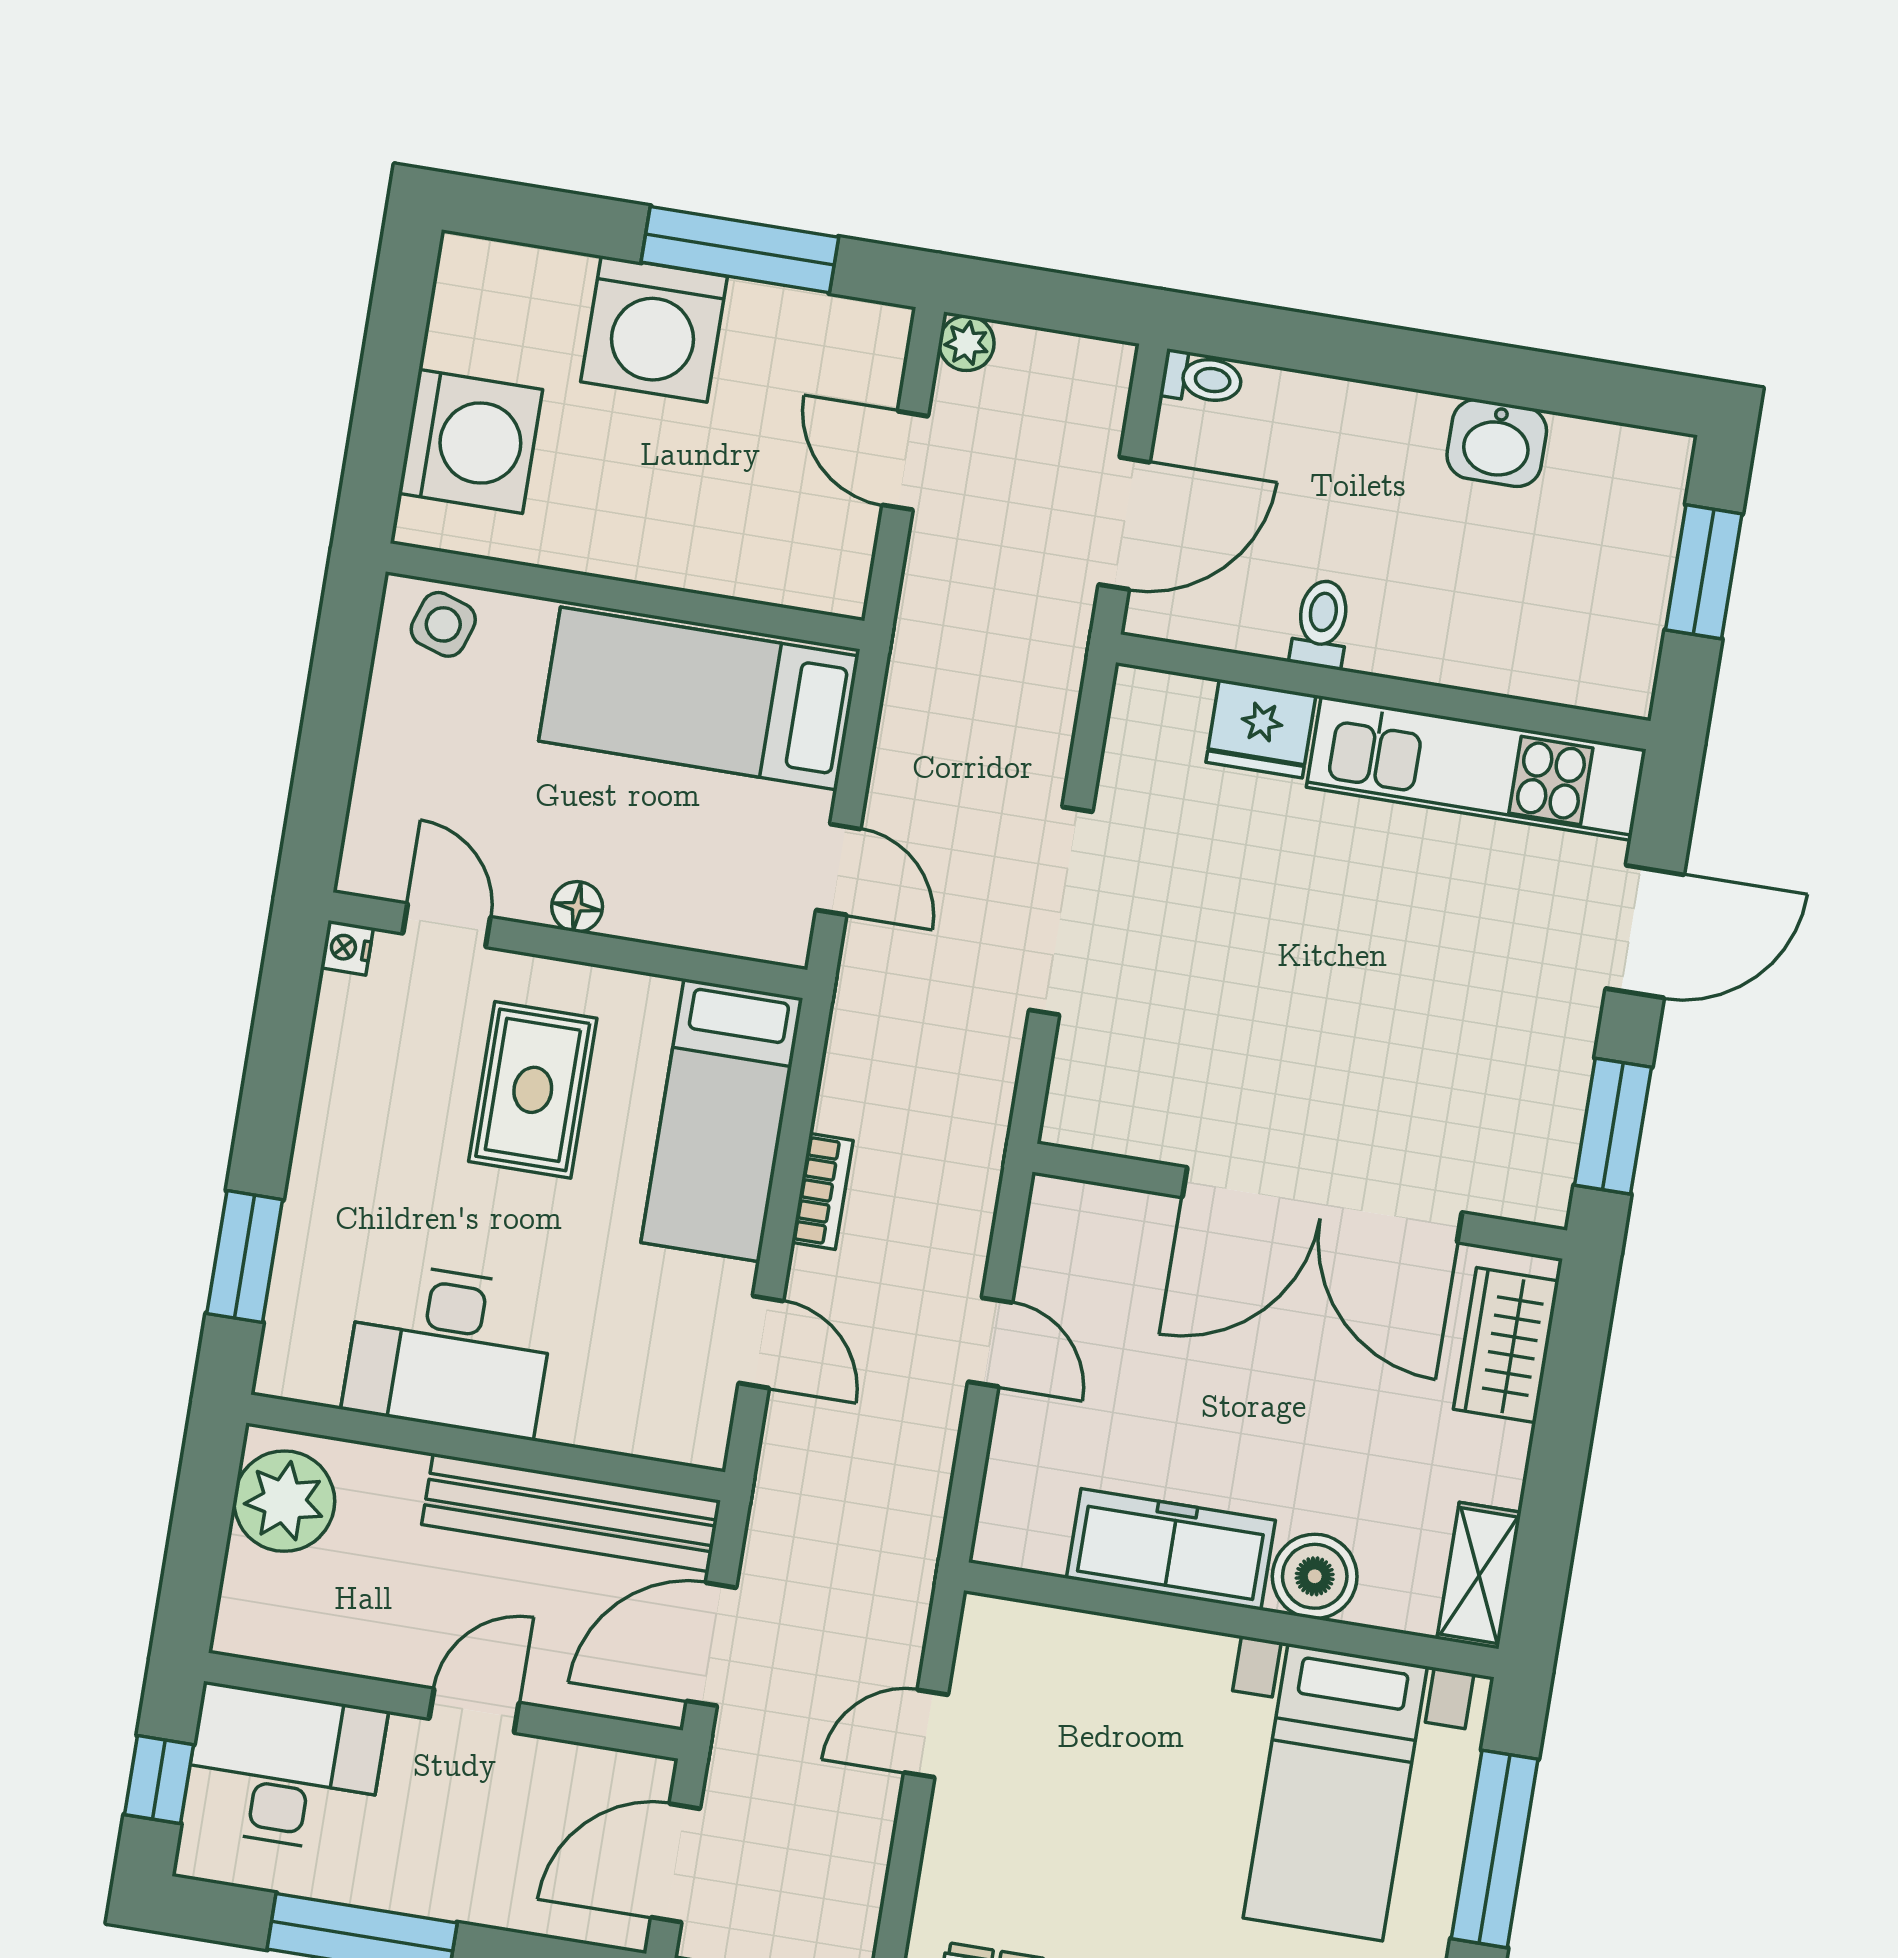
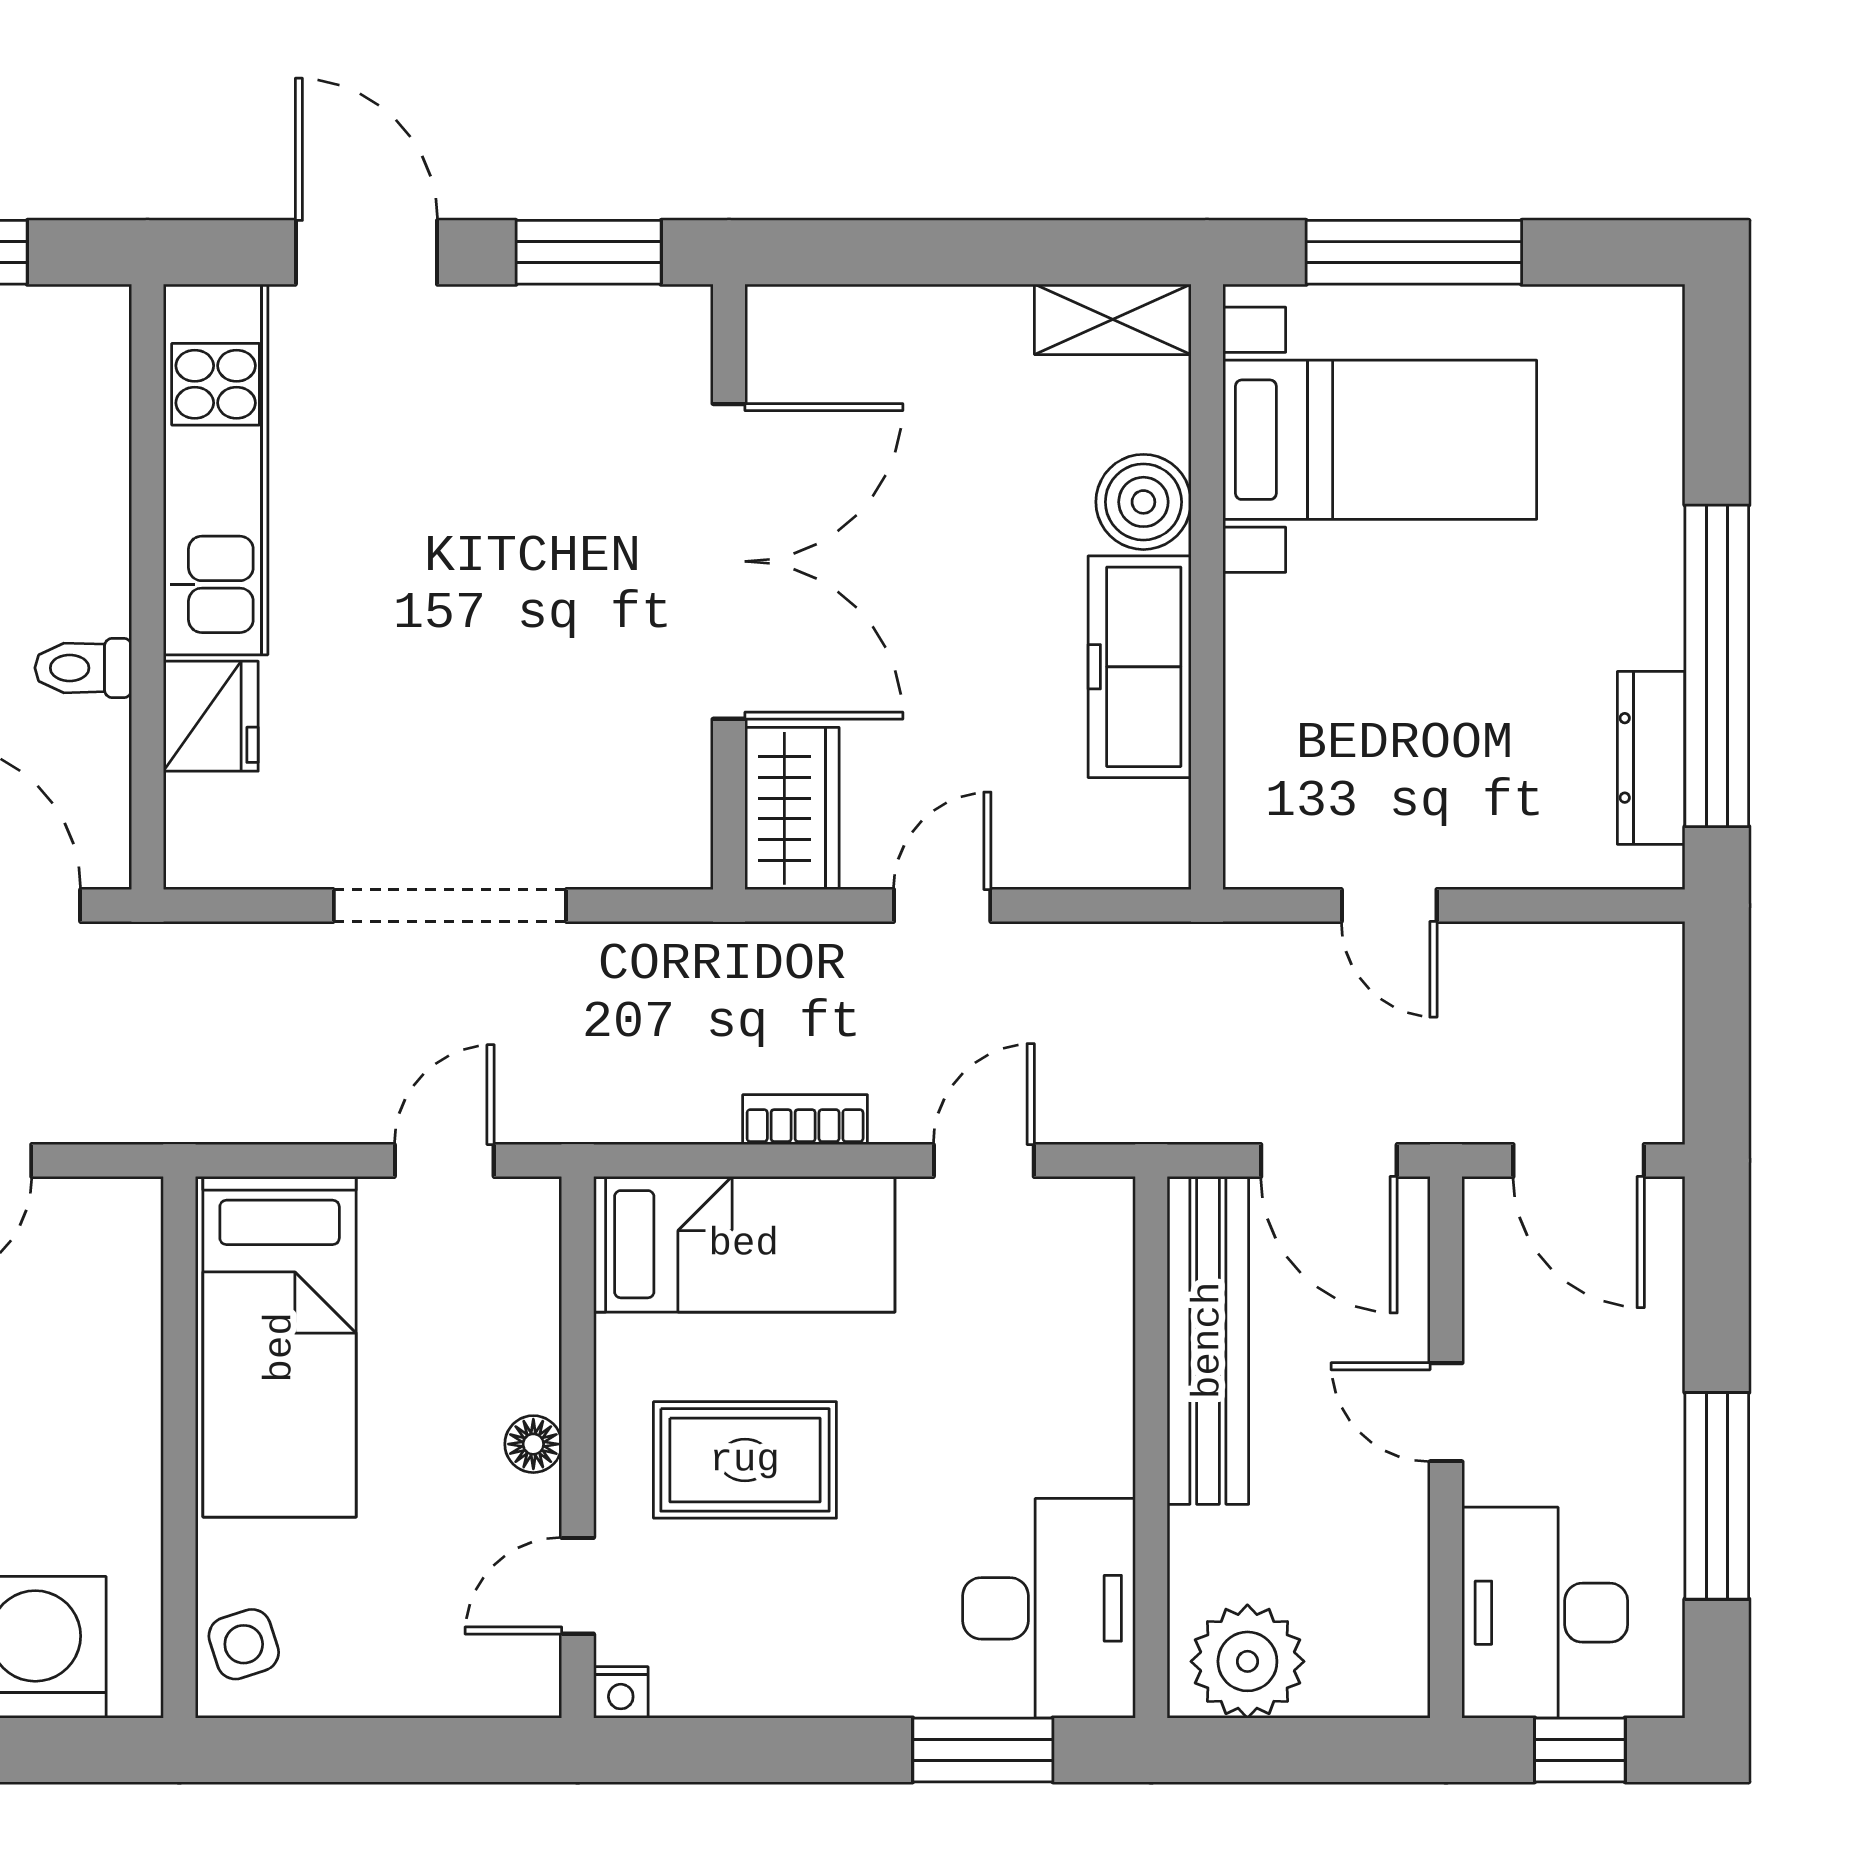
side table: (443, 624) -> (244, 1644), turned -36
wardrobe: (1506, 1345) -> (792, 808), moved, turned -90
desk: (449, 1350) -> (1049, 1608), moved

